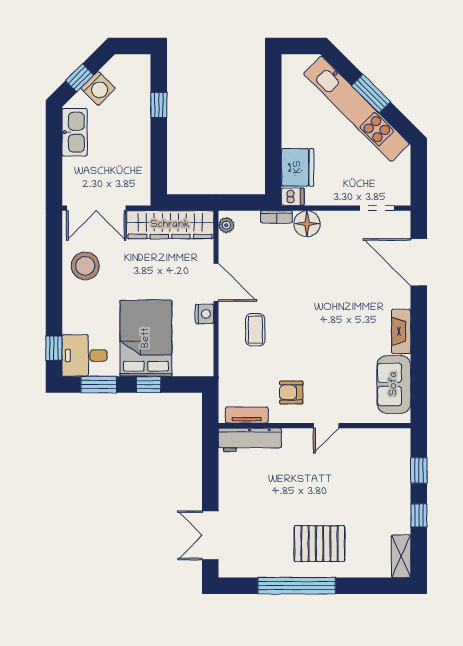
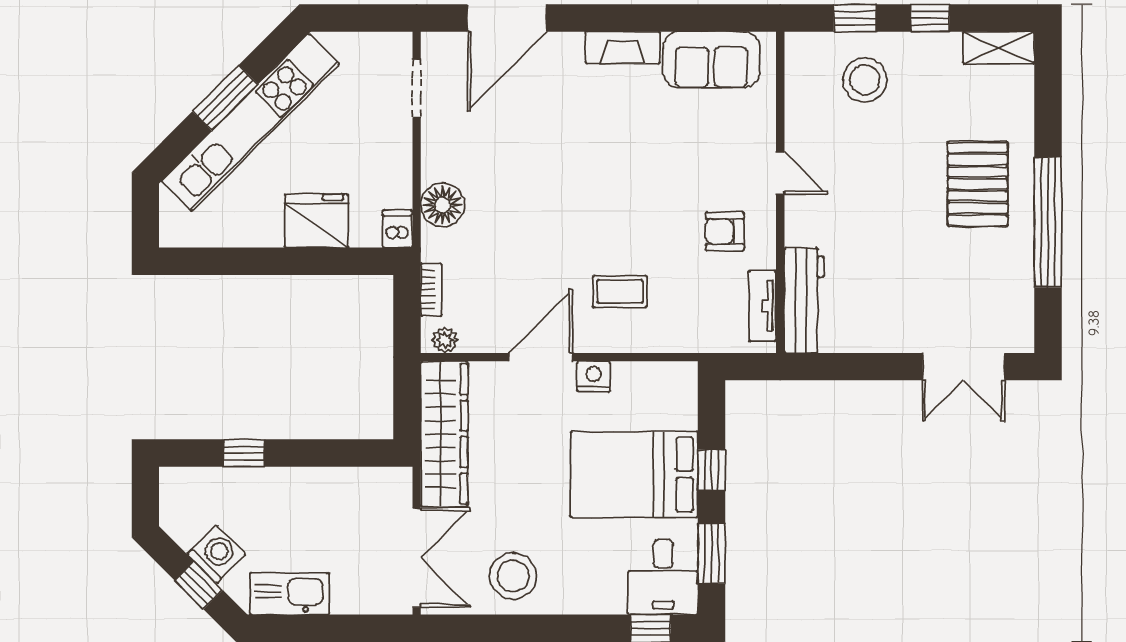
fridge: (298, 167) -> (316, 221), moved
bookcase: (277, 217) -> (431, 290), moved
armchair: (291, 392) -> (725, 231), turned 90
stool: (382, 476) -> (865, 80), added

